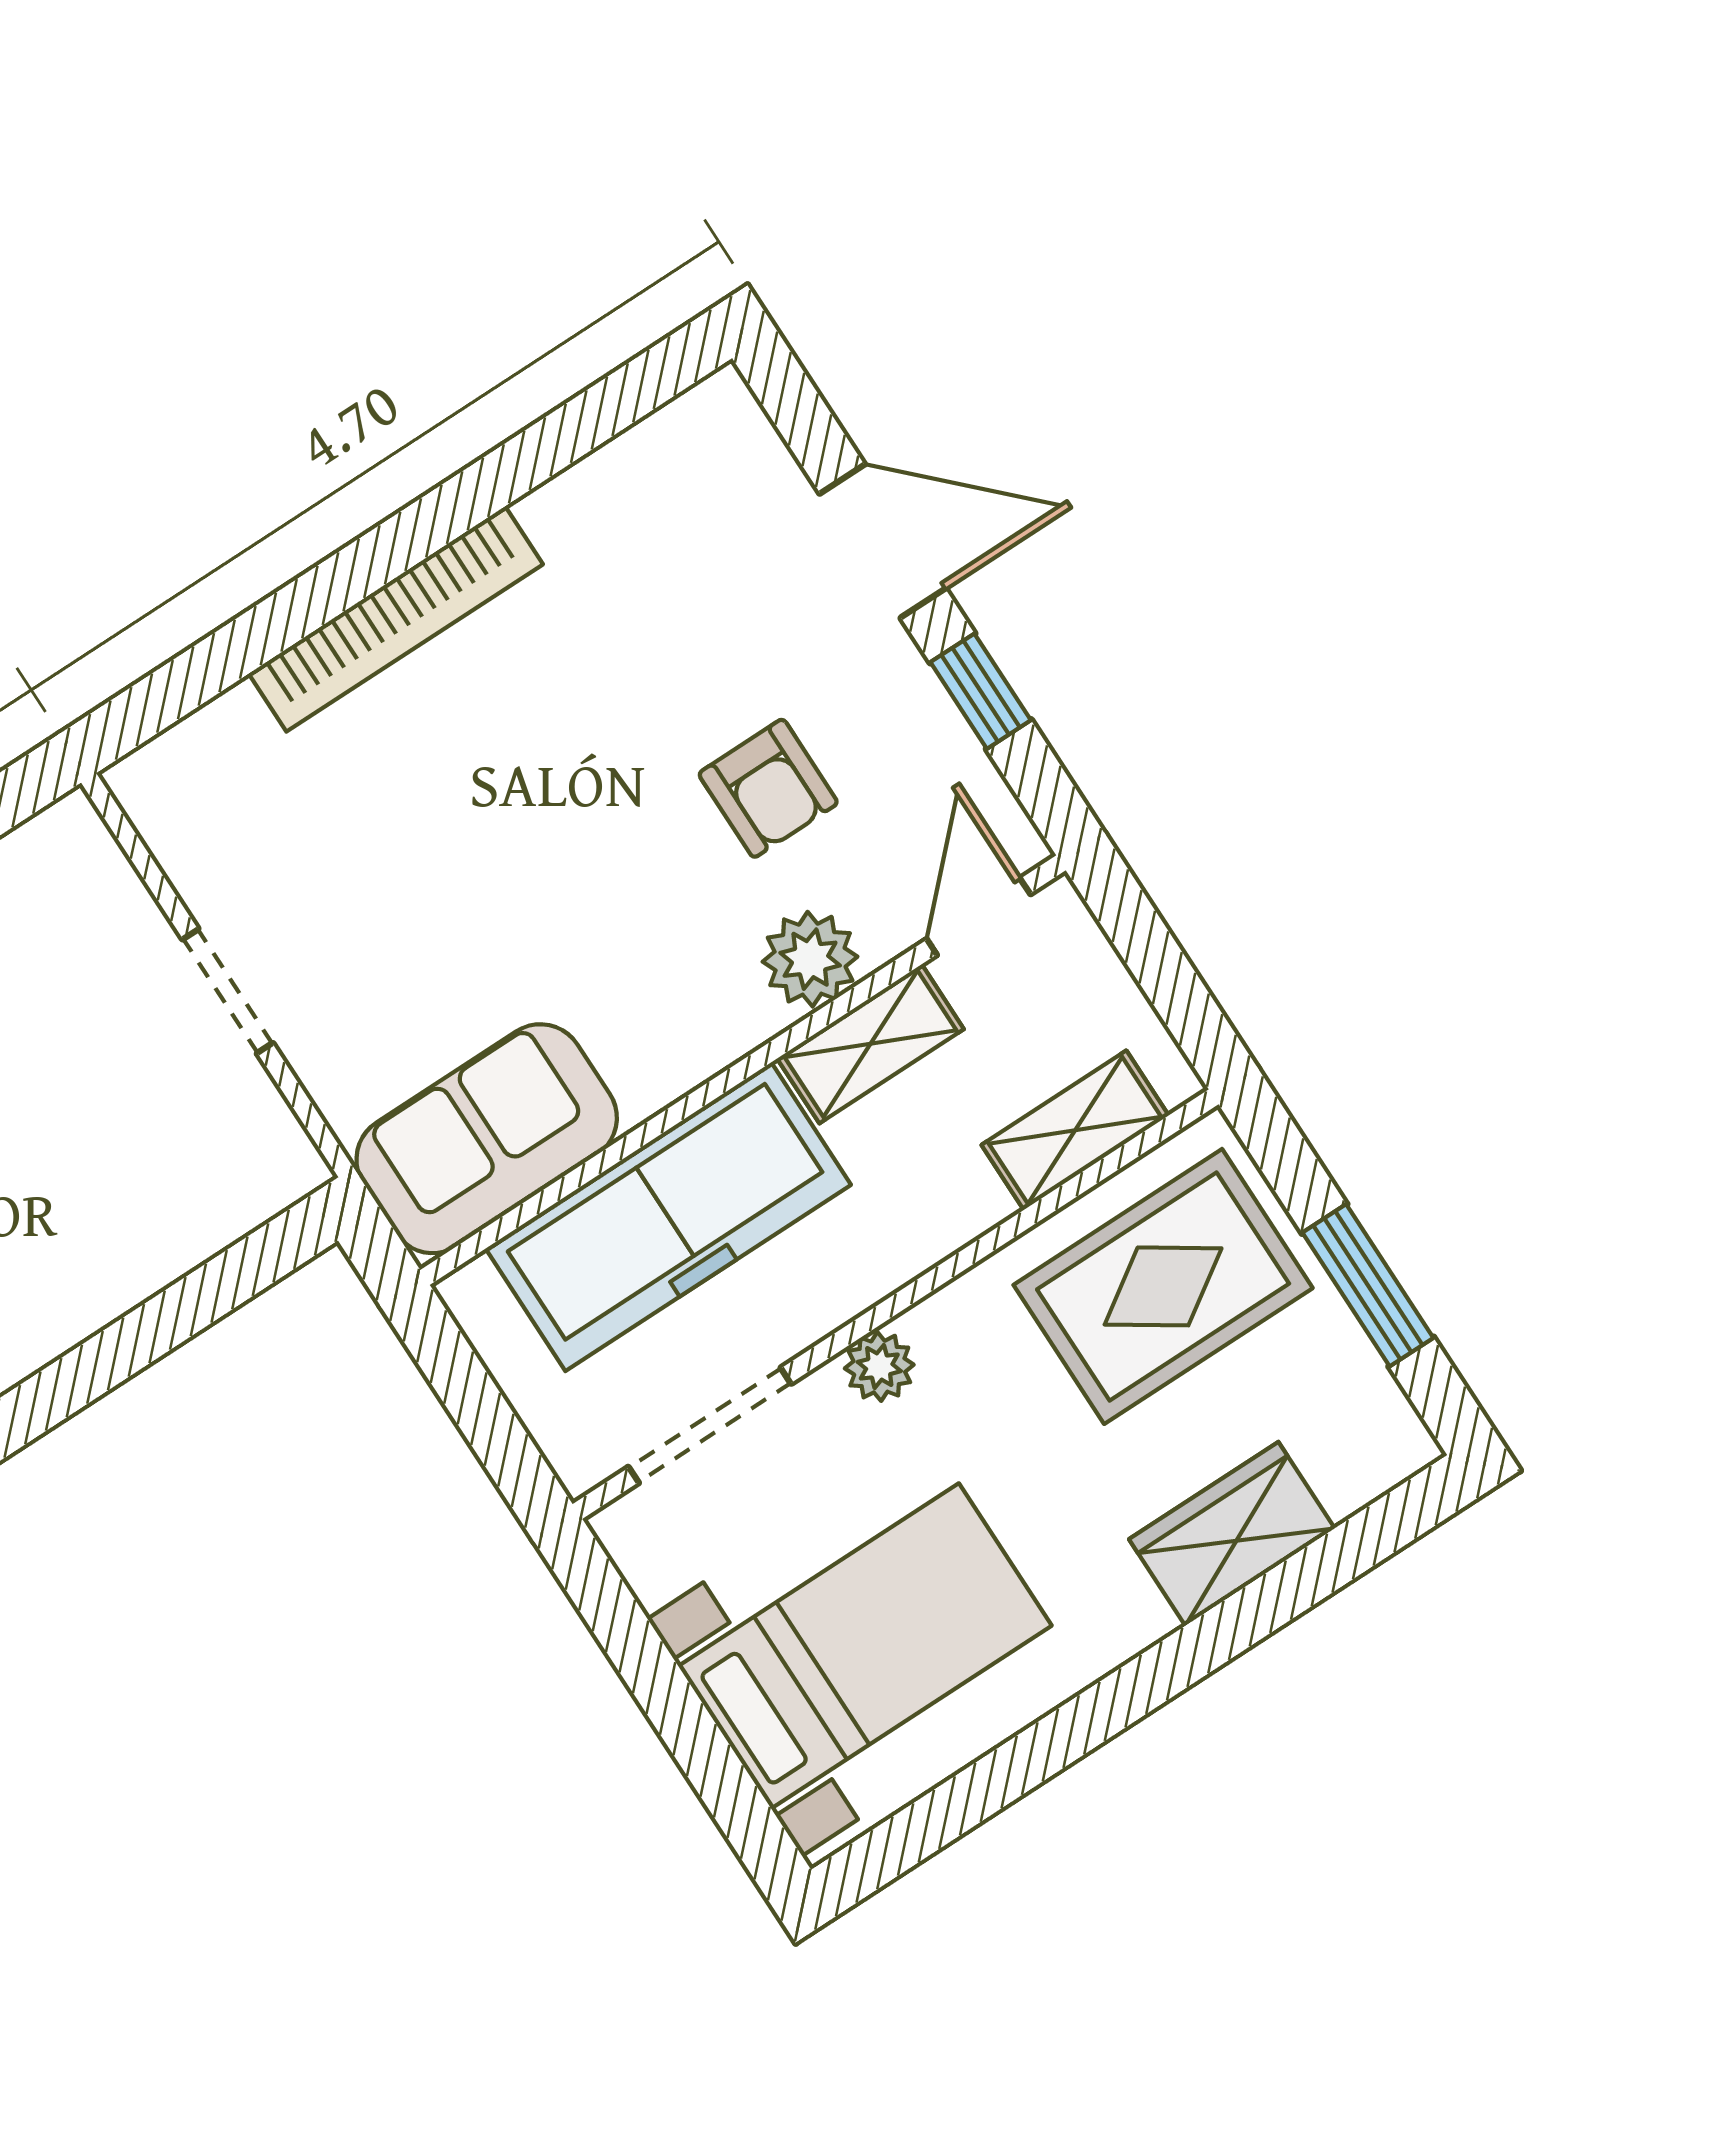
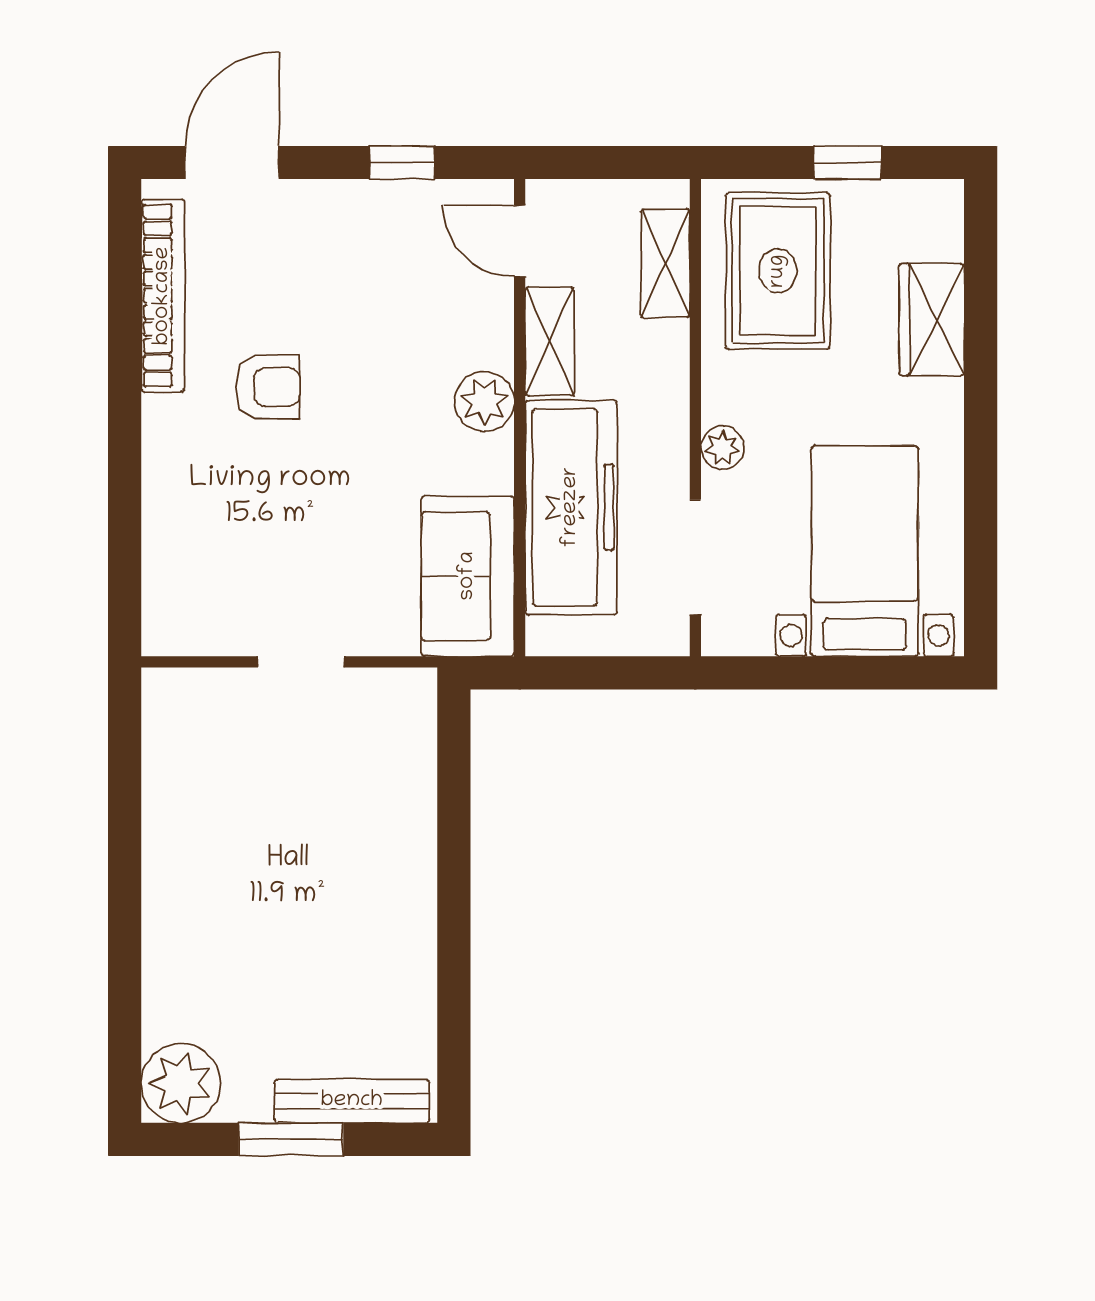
door: (883, 541) -> (232, 162), moved
bookcase: (396, 619) -> (163, 296), moved
armchair: (768, 788) -> (268, 387), moved
plant: (810, 959) -> (484, 402), moved
window: (1368, 1285) -> (847, 162), width x0.67

